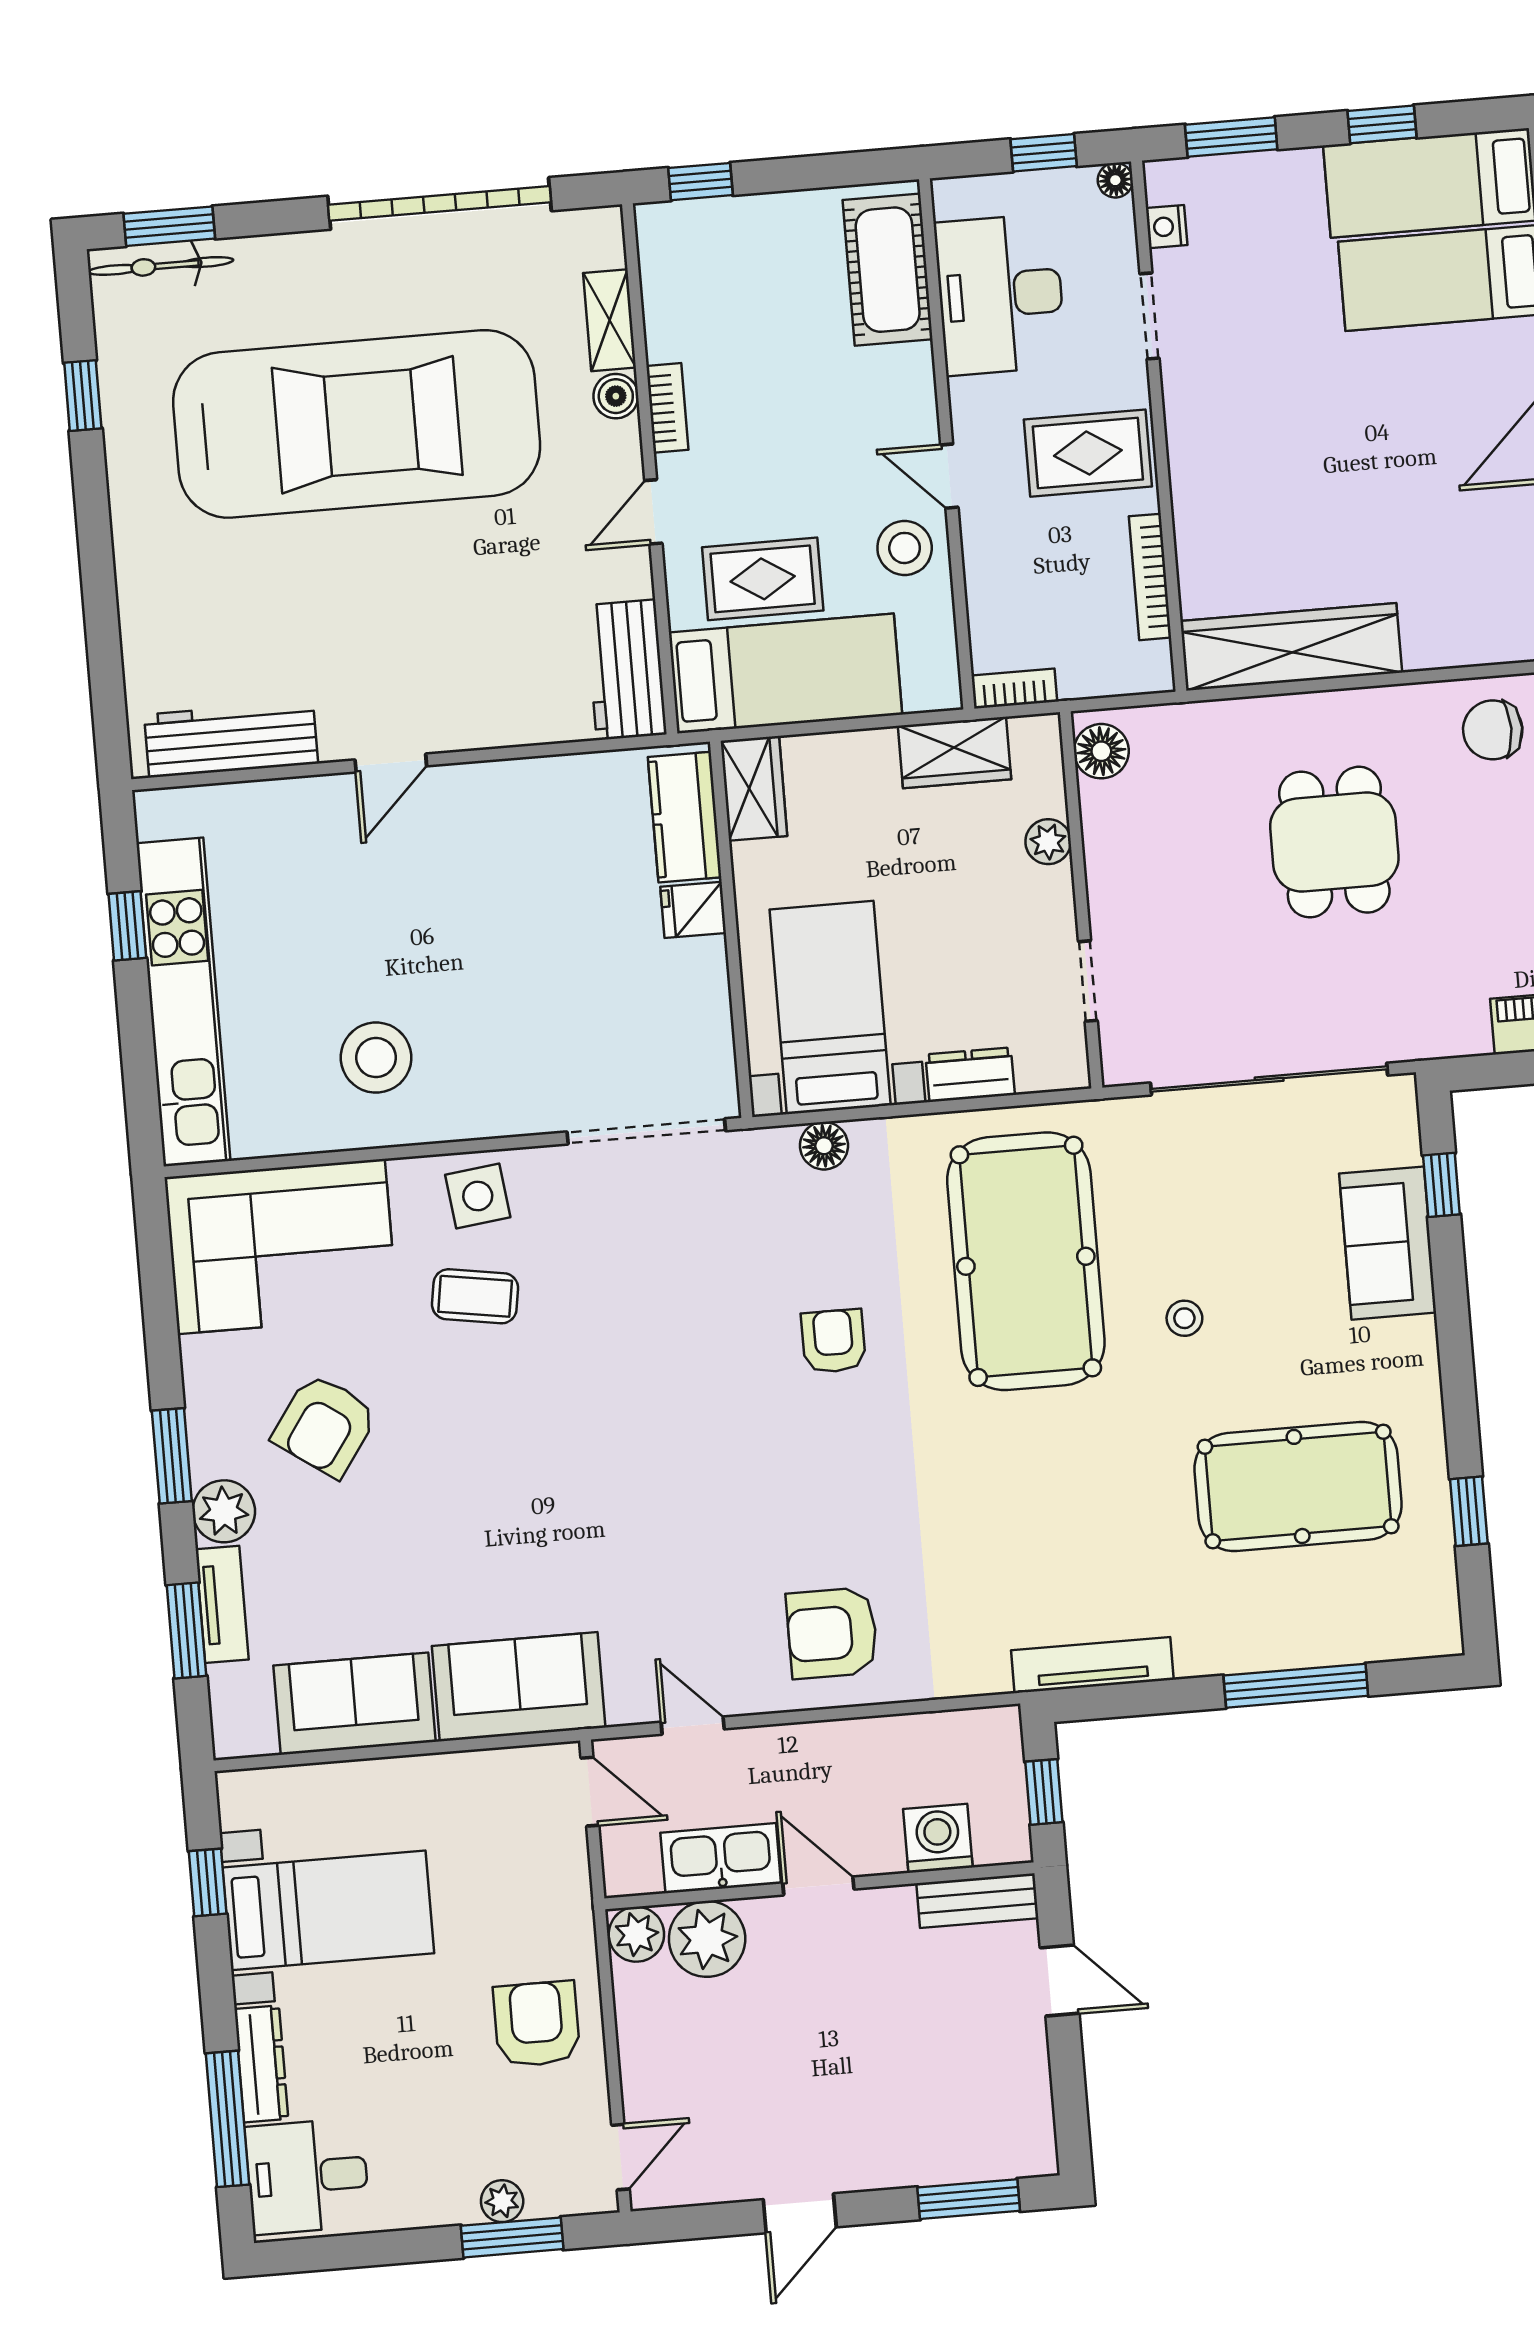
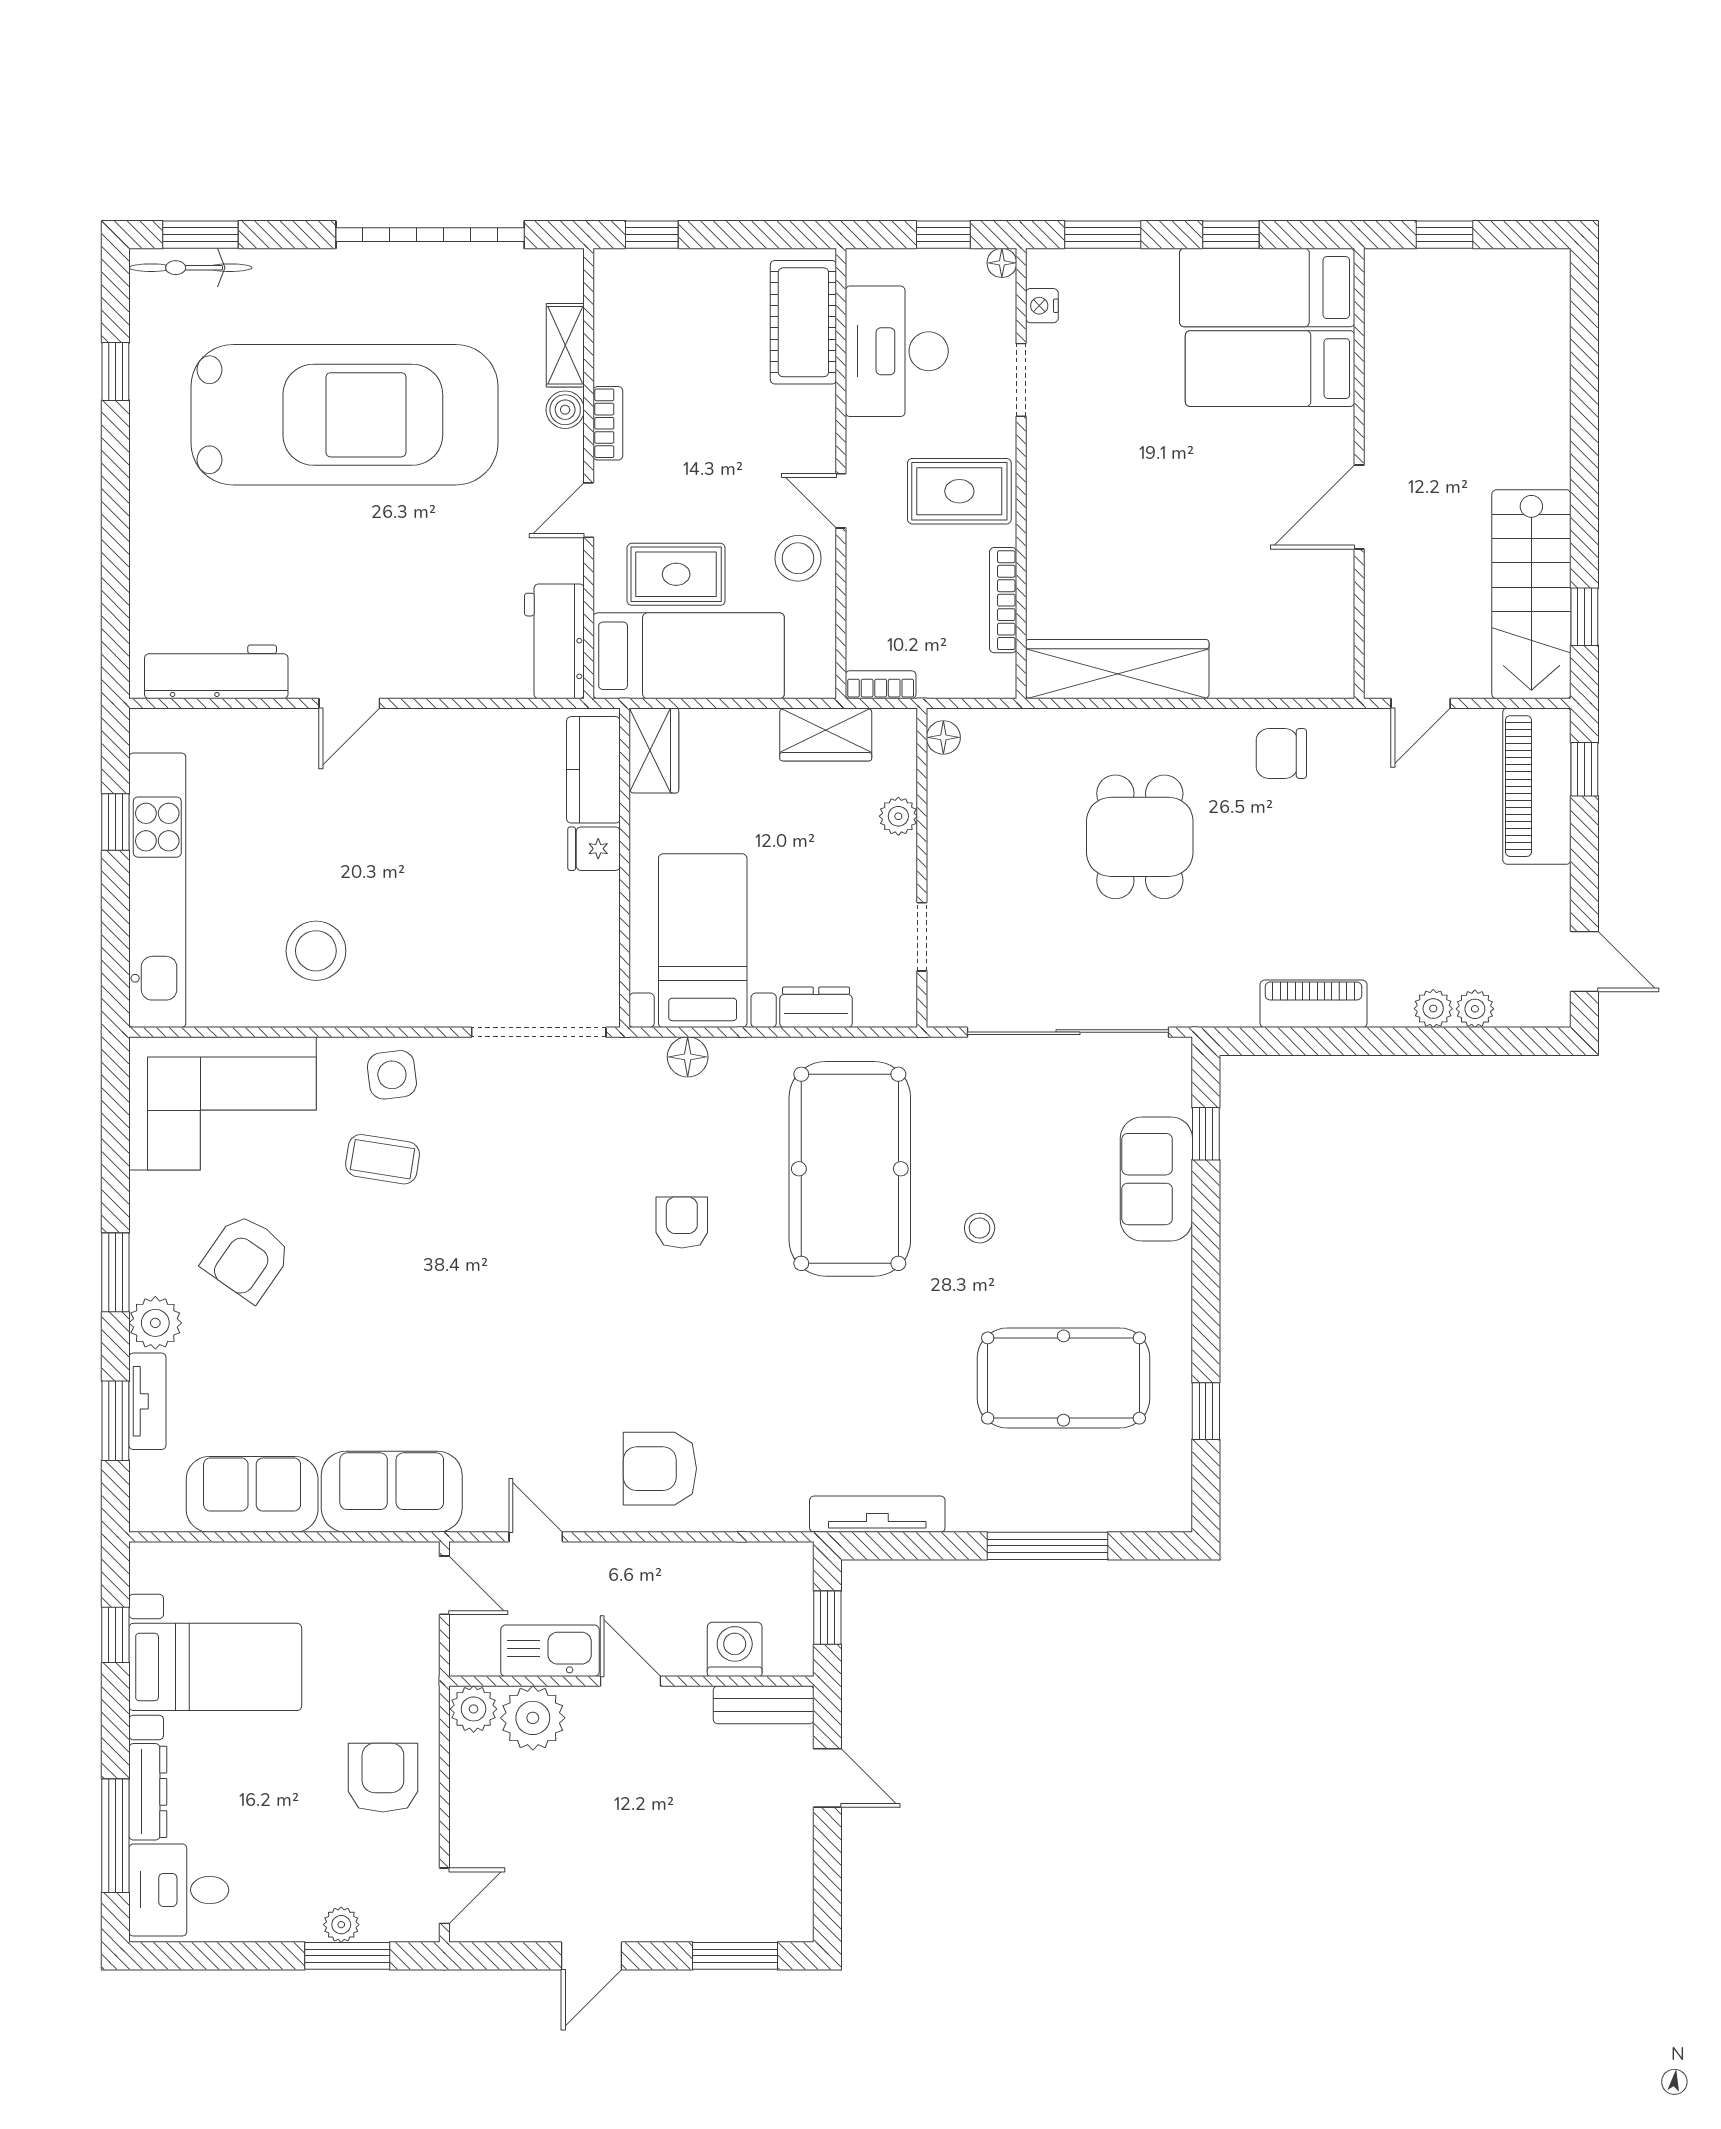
floor lamp: (1101, 751) -> (943, 737), width x0.73, depth x0.73

